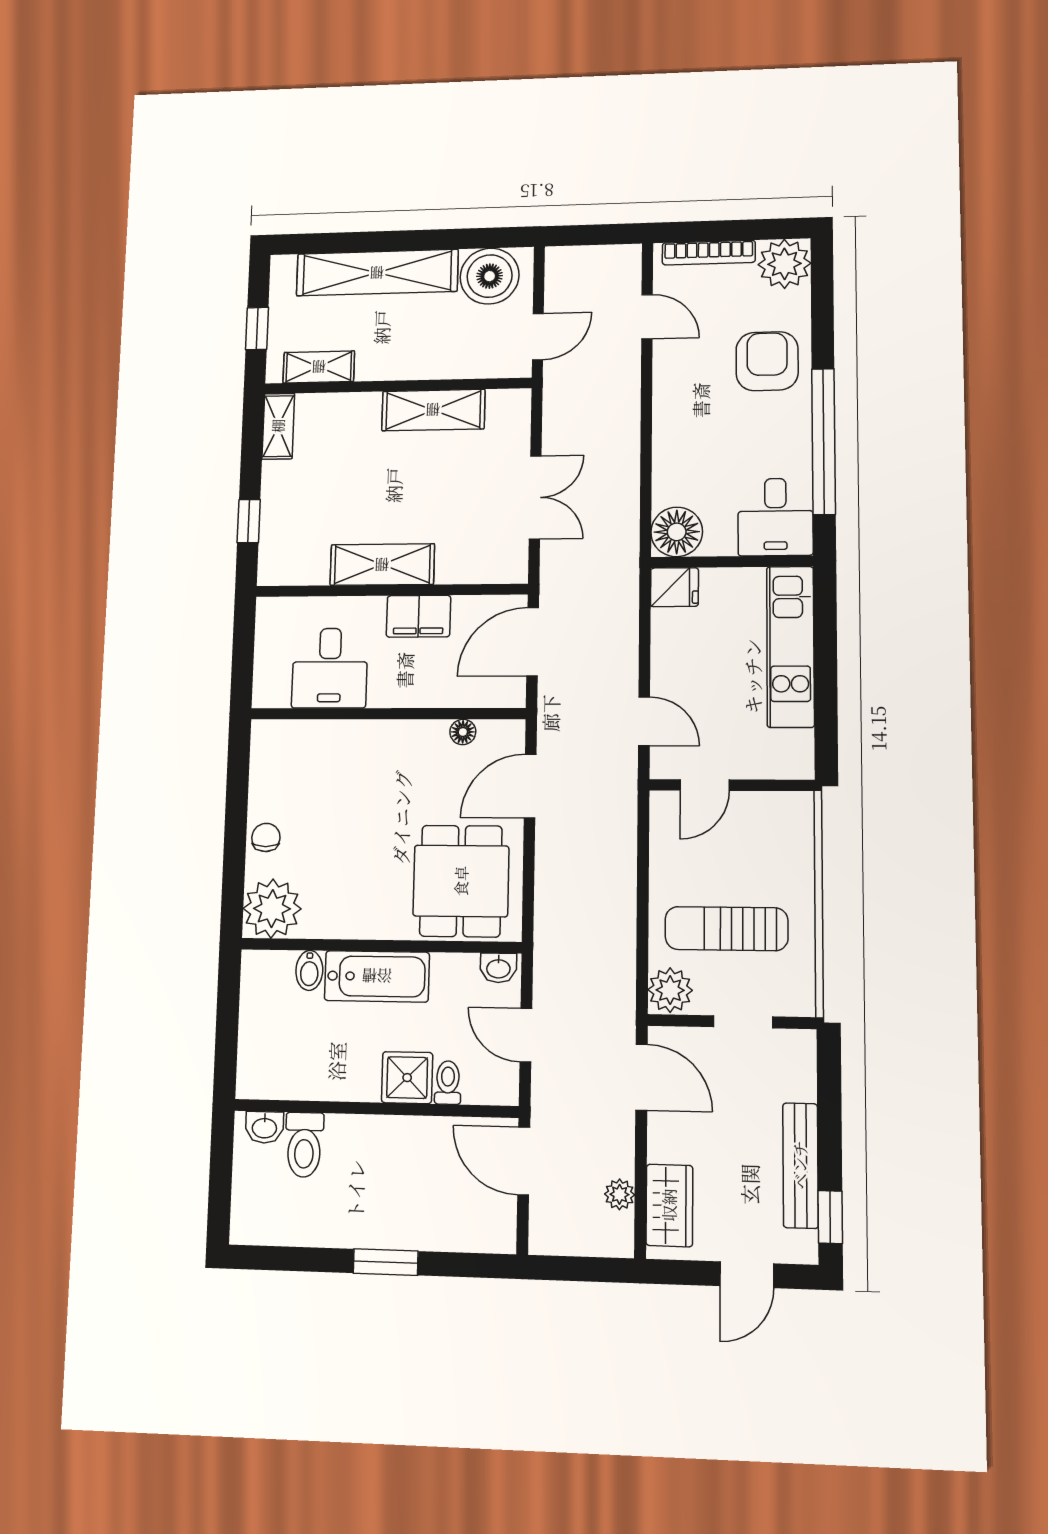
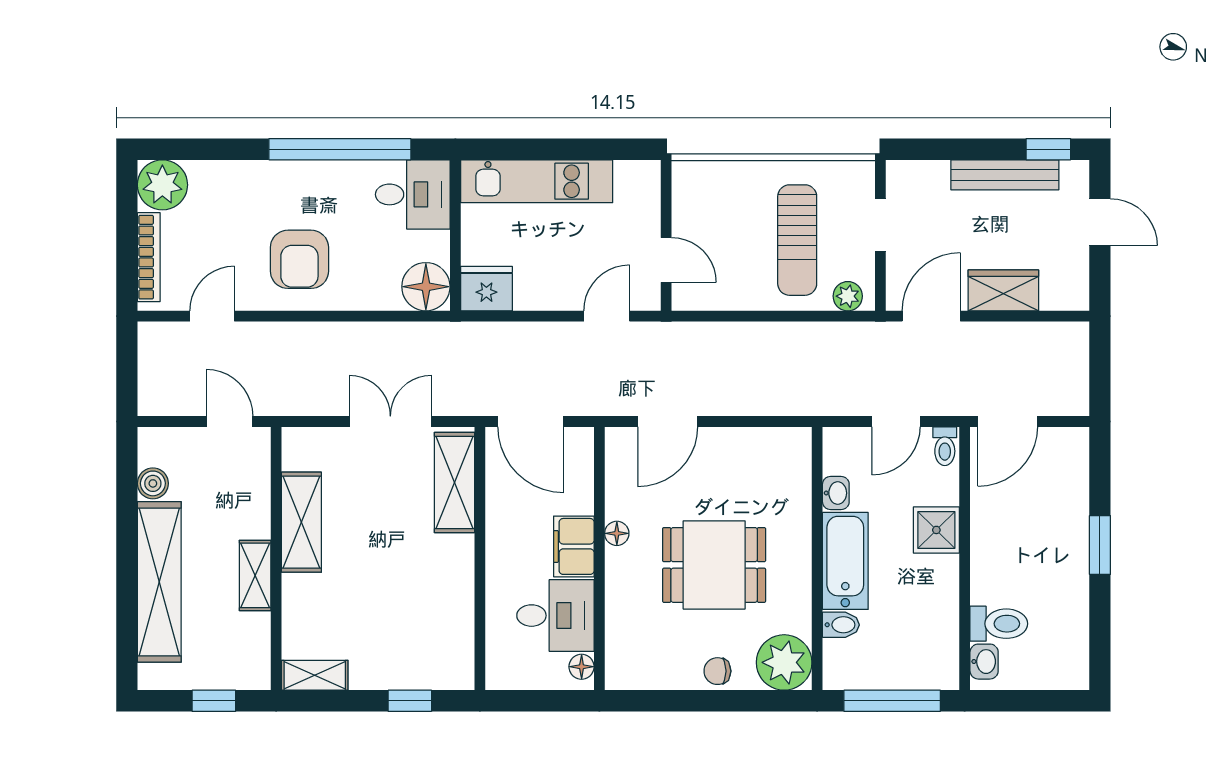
boiler: (490, 276) -> (153, 483), width x0.54, depth x0.54
armchair: (767, 361) -> (299, 259), moved, turned -90
shelving: (319, 367) -> (255, 575), moved
shelving: (382, 565) -> (455, 482), moved
fridge: (674, 587) -> (486, 289), width x1.38
filing cabinet: (418, 616) -> (574, 546), moved, turned 180
floor lamp: (276, 695) -> (582, 667), added
floor lamp: (463, 732) -> (617, 533), moved
door: (530, 786) -> (668, 422), hinge flipped
dining table: (461, 881) -> (714, 565), moved
washbasin: (498, 968) -> (836, 493), moved
plant: (670, 990) -> (848, 296), width x0.73, depth x0.73
window: (227, 1025) -> (892, 701), added
toilet: (448, 1083) -> (945, 446), moved, turned -90
plant: (620, 1194) -> (1034, 335), removed
wardrobe: (669, 1205) -> (1003, 290), moved

